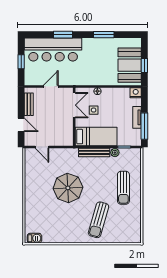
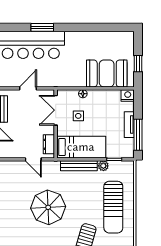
window: (104, 35) -> (90, 27), removed
booth: (130, 65) -> (107, 73), moved, turned 90
double door: (74, 105) -> (56, 110), swing flipped
dresser: (68, 134) -> (49, 144), added
door: (42, 147) -> (33, 159), moved
sun lounger: (123, 188) -> (113, 207), width x1.36, depth x1.34

